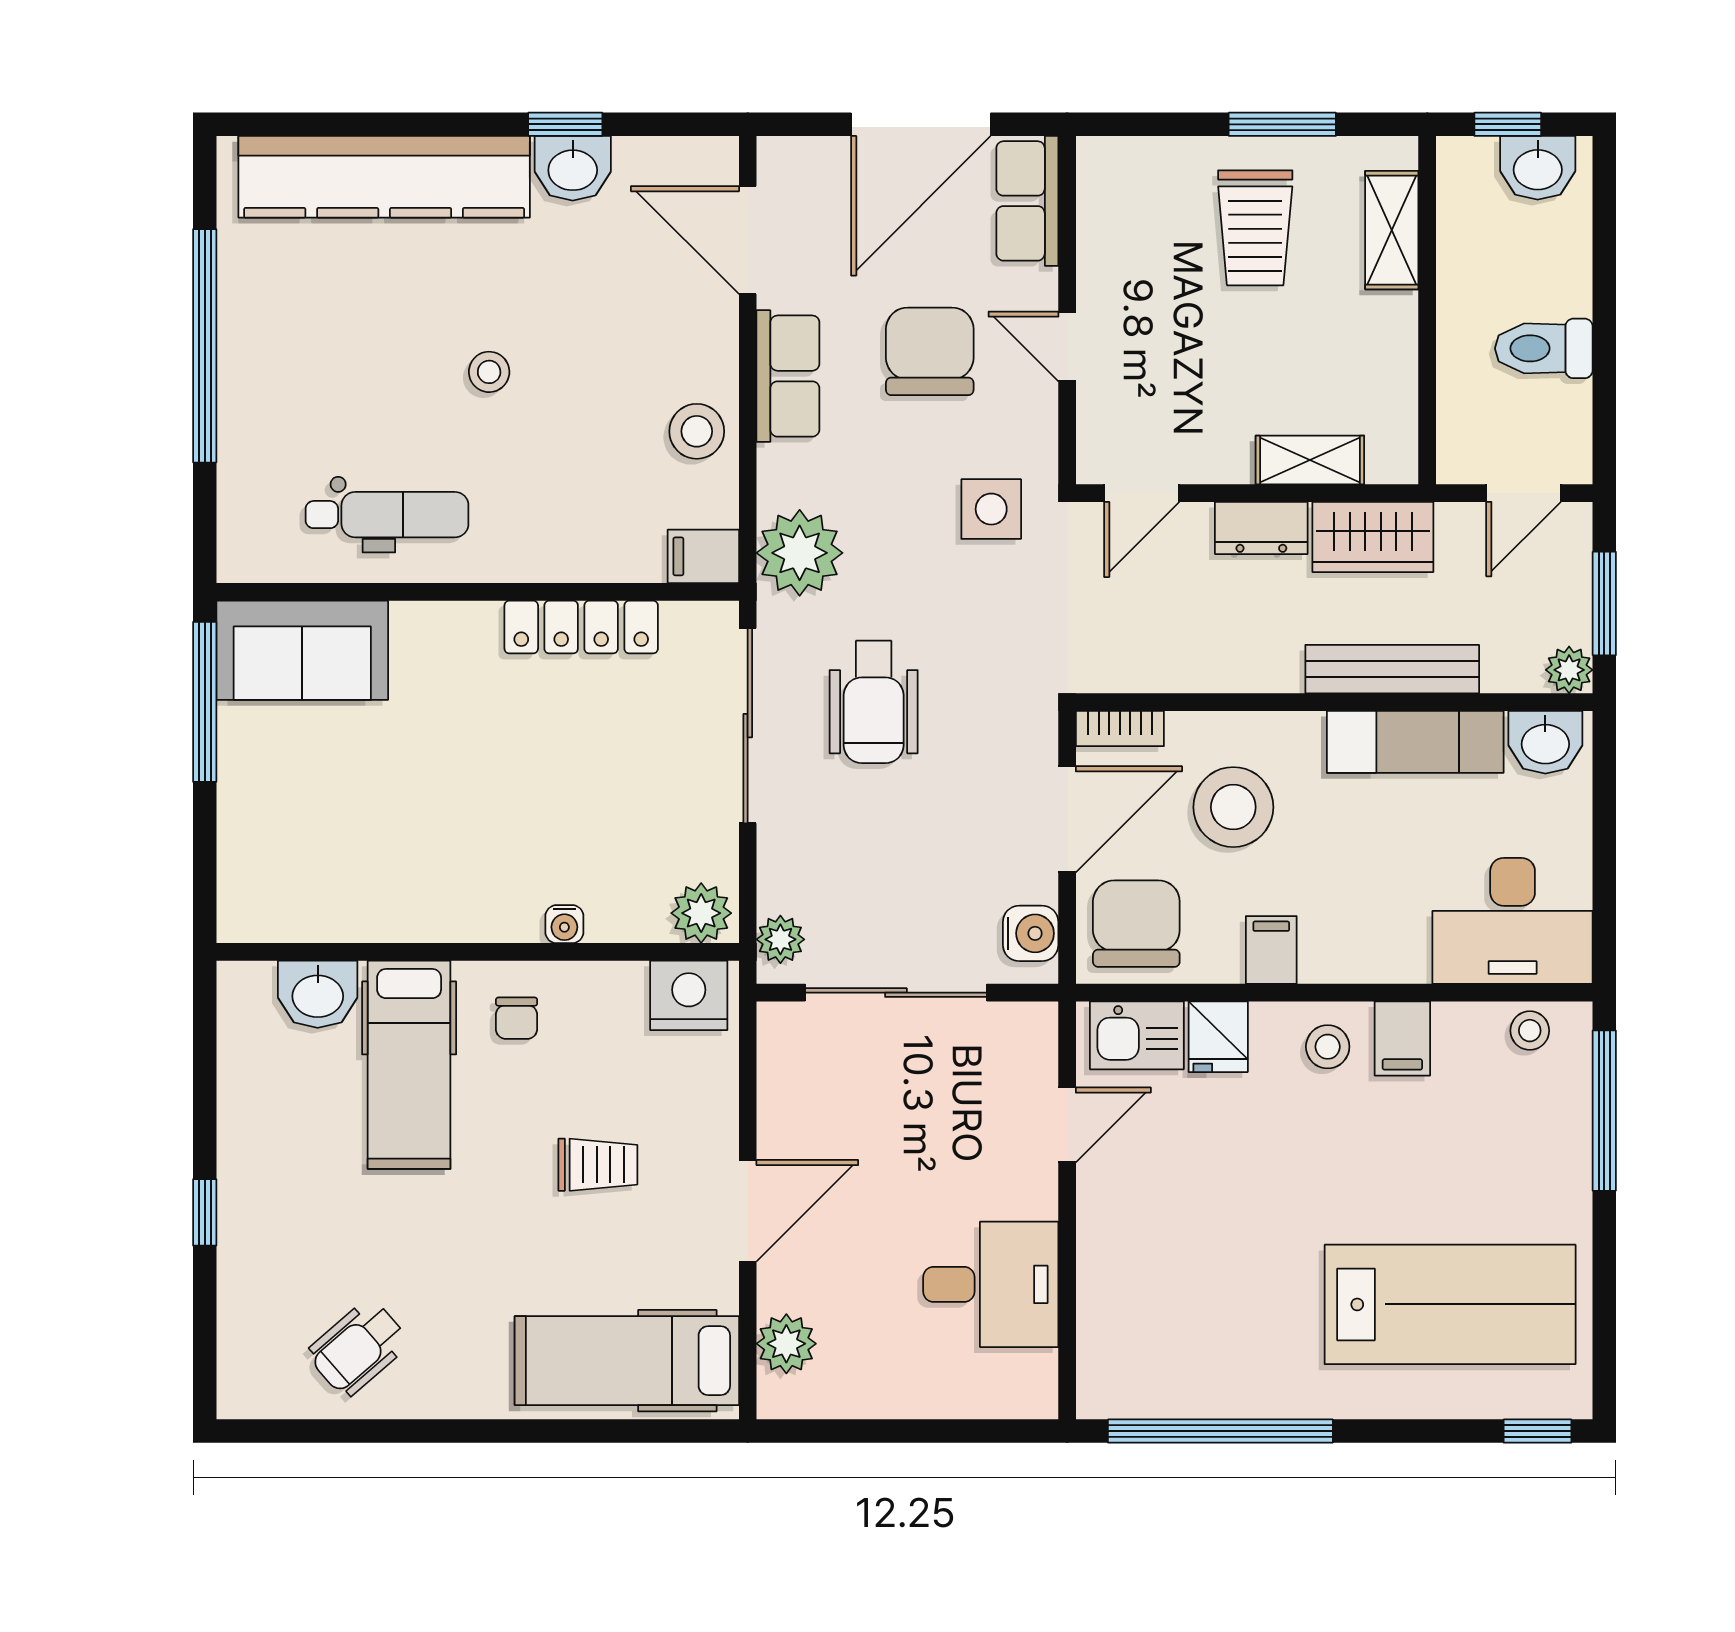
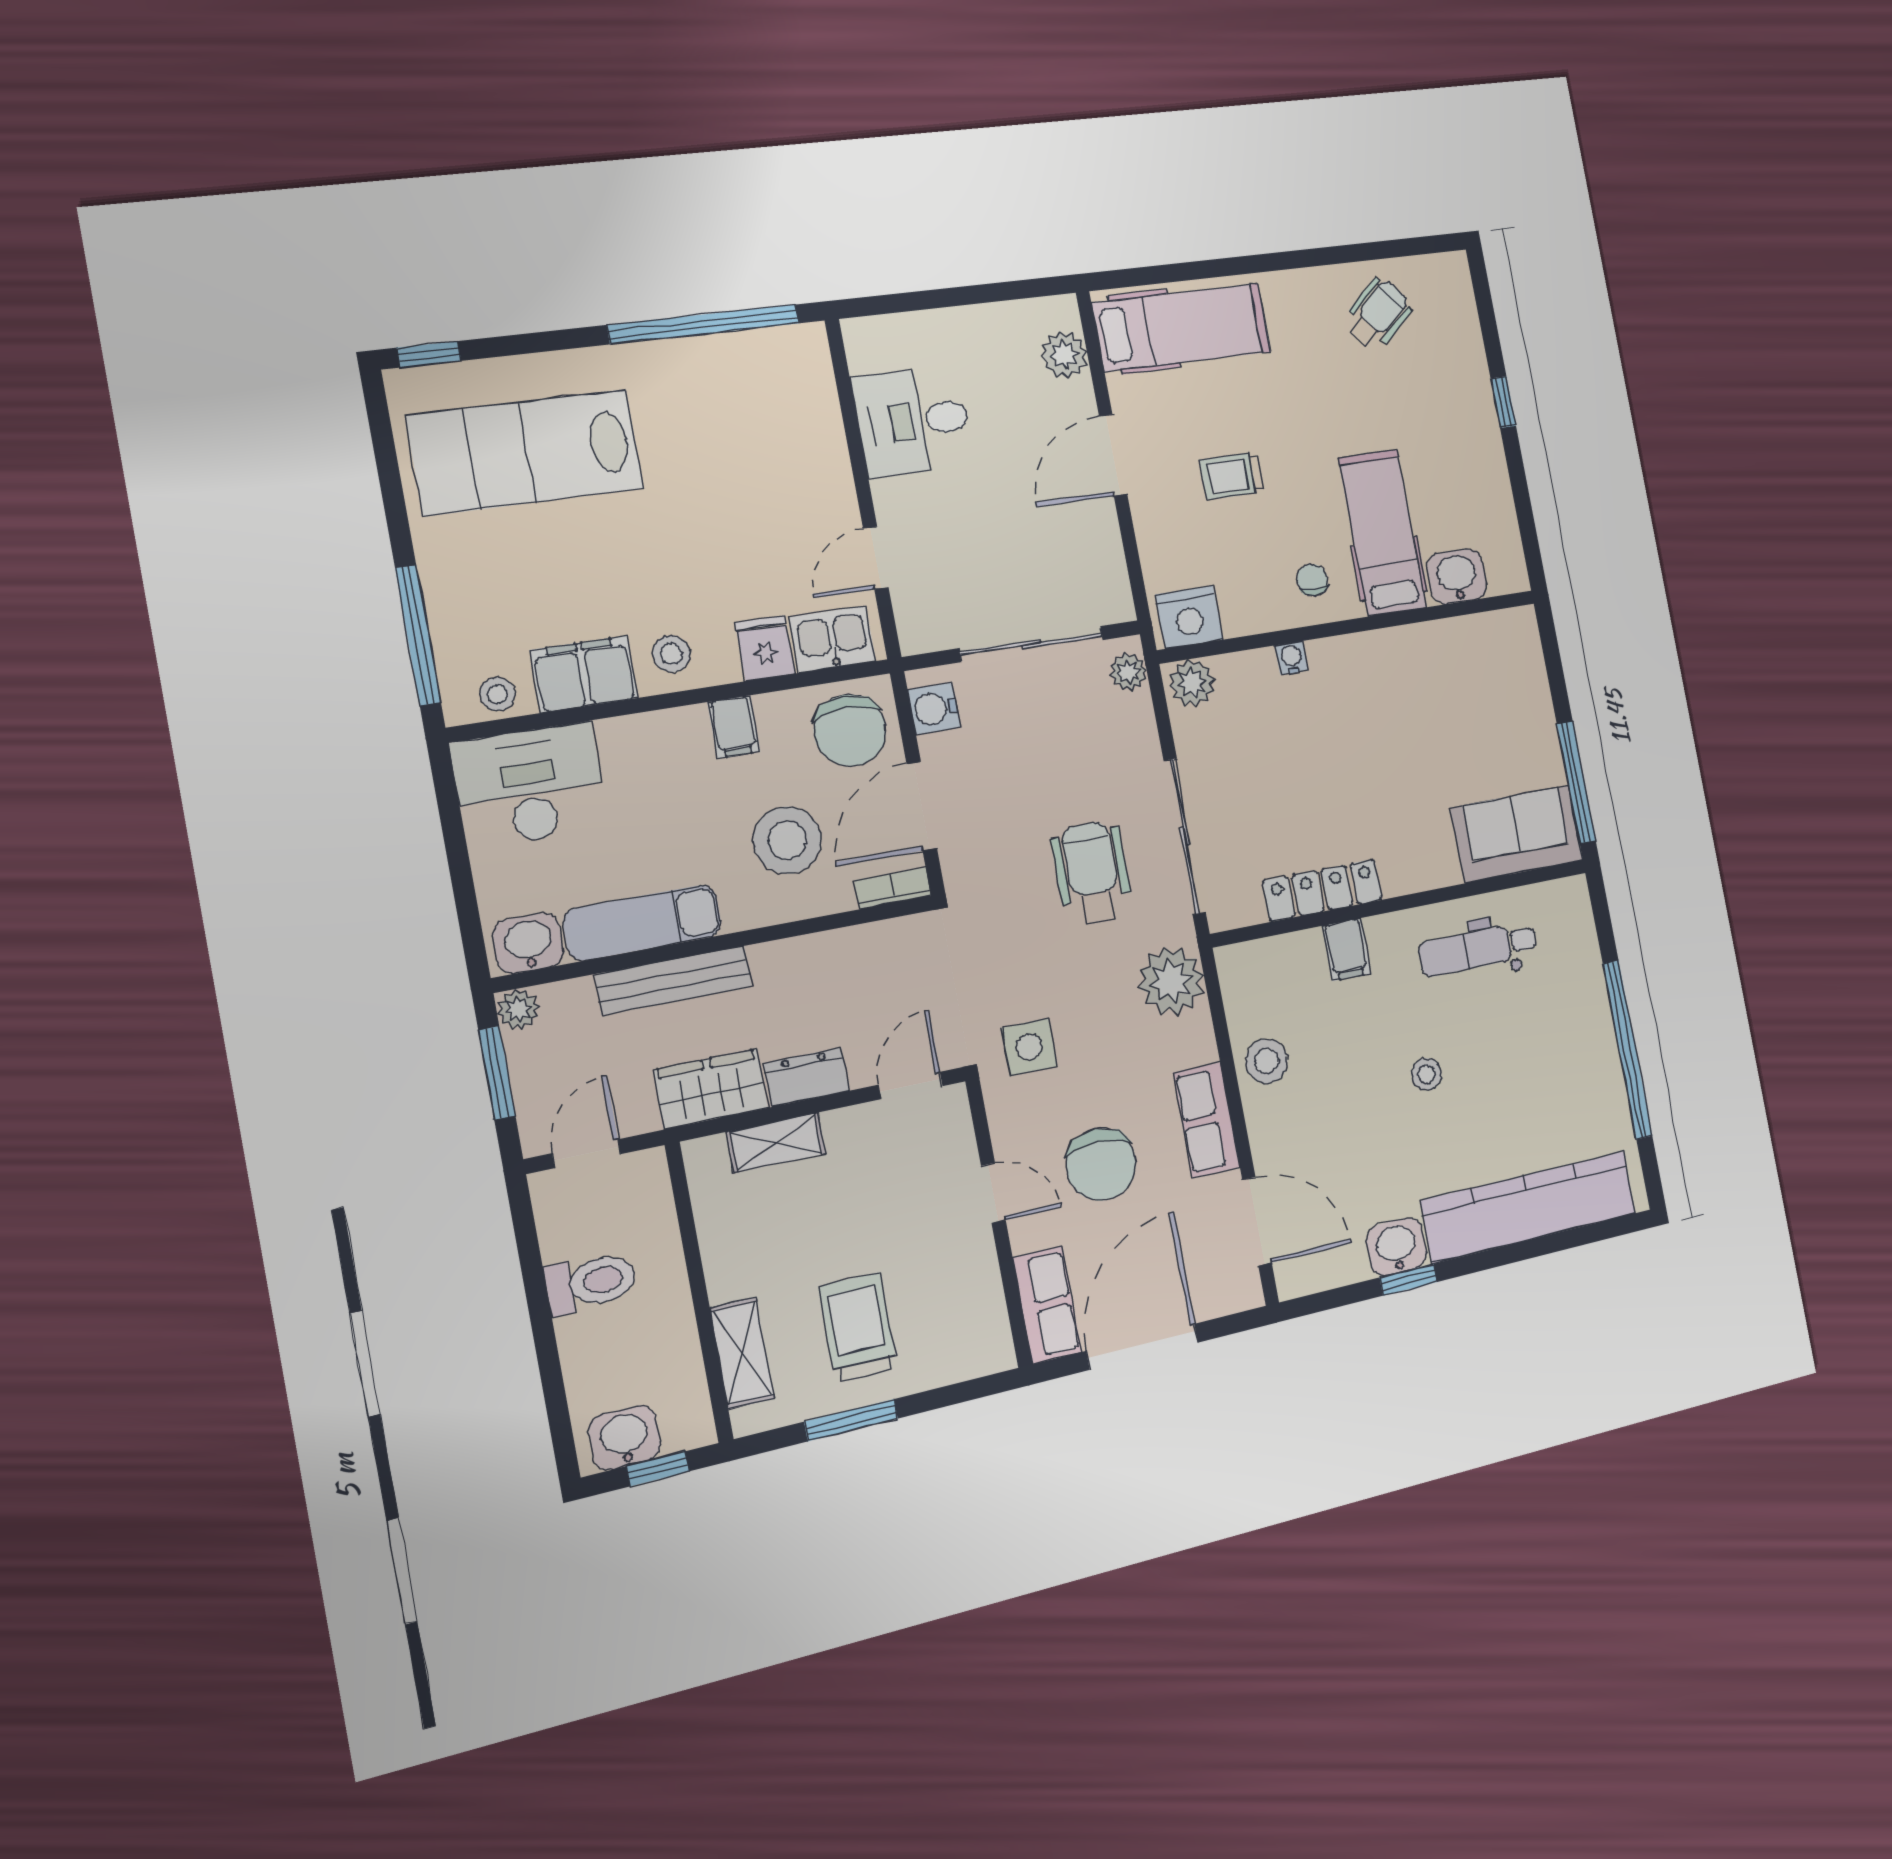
filing cabinet: (703, 556) -> (1346, 950), moved, turned 90
filing cabinet: (1402, 1038) -> (584, 674), width x2.00

